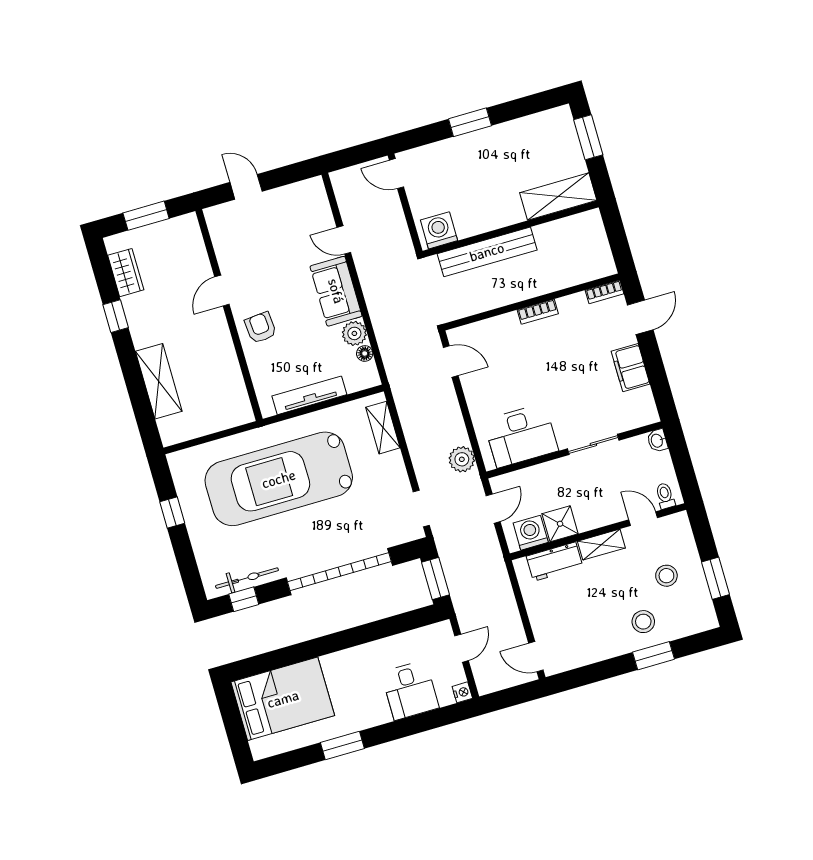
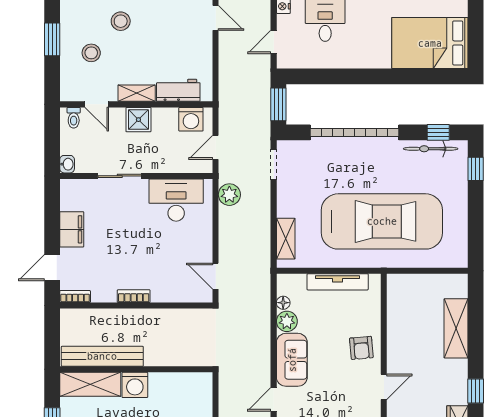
washing machine: (439, 230) -> (135, 385), moved
door: (344, 240) -> (274, 399), swing flipped
bench: (487, 252) -> (102, 356), moved
window: (172, 512) -> (476, 169), moved
shower: (560, 524) -> (138, 120), moved

